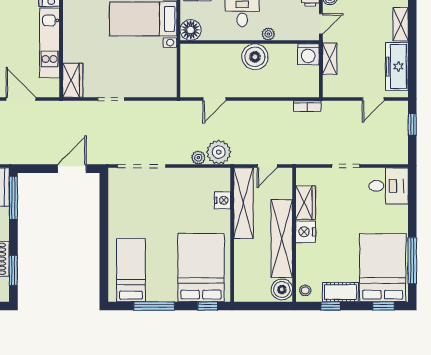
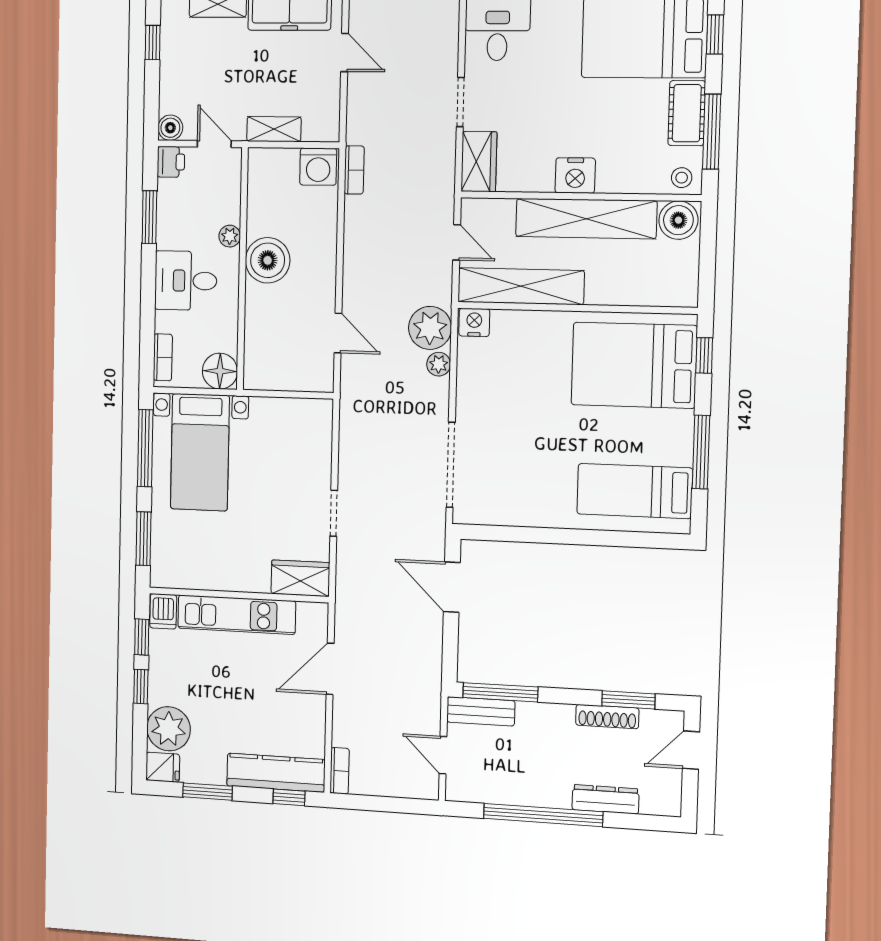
washing machine: (308, 54) -> (318, 167), moved, turned 90
nightstand: (223, 200) -> (474, 322), moved
wardrobe: (306, 203) -> (479, 162), moved, turned 90
window: (331, 306) -> (712, 132), width x2.17

